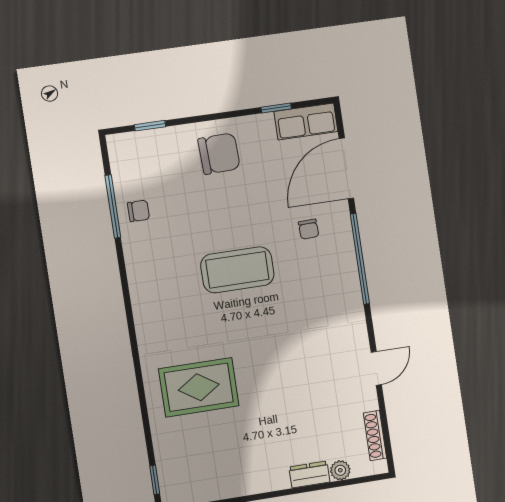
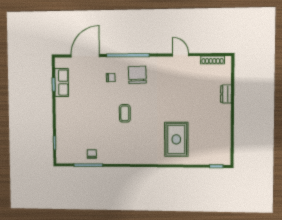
row of seats: (306, 122) -> (62, 83), moved
chair: (219, 154) -> (137, 75), moved
door: (346, 168) -> (85, 56), swing flipped
coffee table: (237, 270) -> (125, 113), width x0.54, depth x0.58
plant: (340, 470) -> (226, 79), removed

